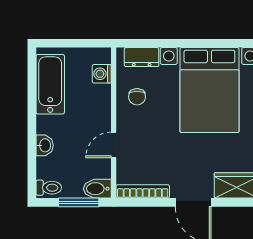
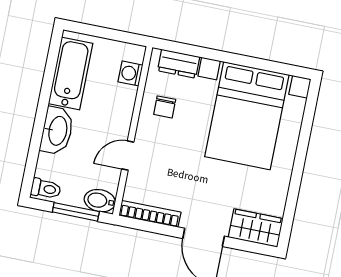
washbasin: (45, 145) -> (57, 131), width x1.91, depth x1.45

